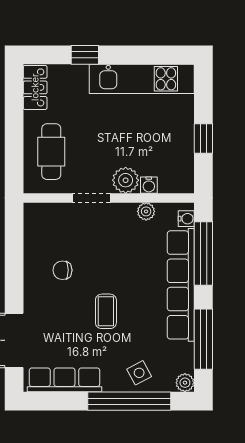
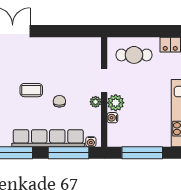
window: (203, 139) -> (142, 153), width x2.17
plant: (146, 211) -> (96, 102), moved
chair: (62, 270) -> (59, 101), moved

